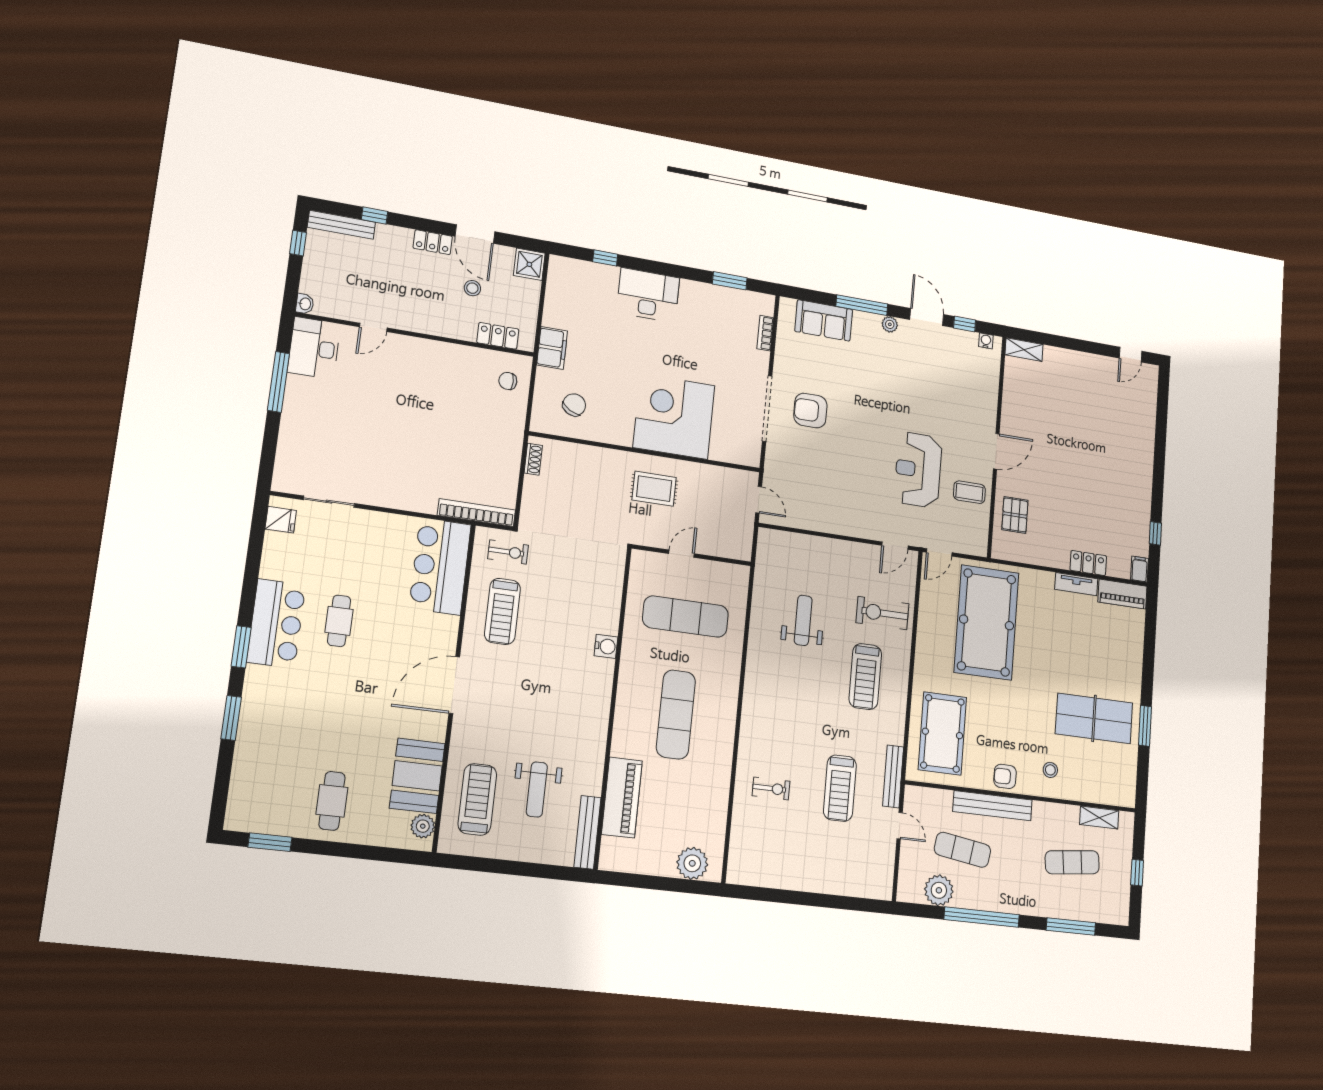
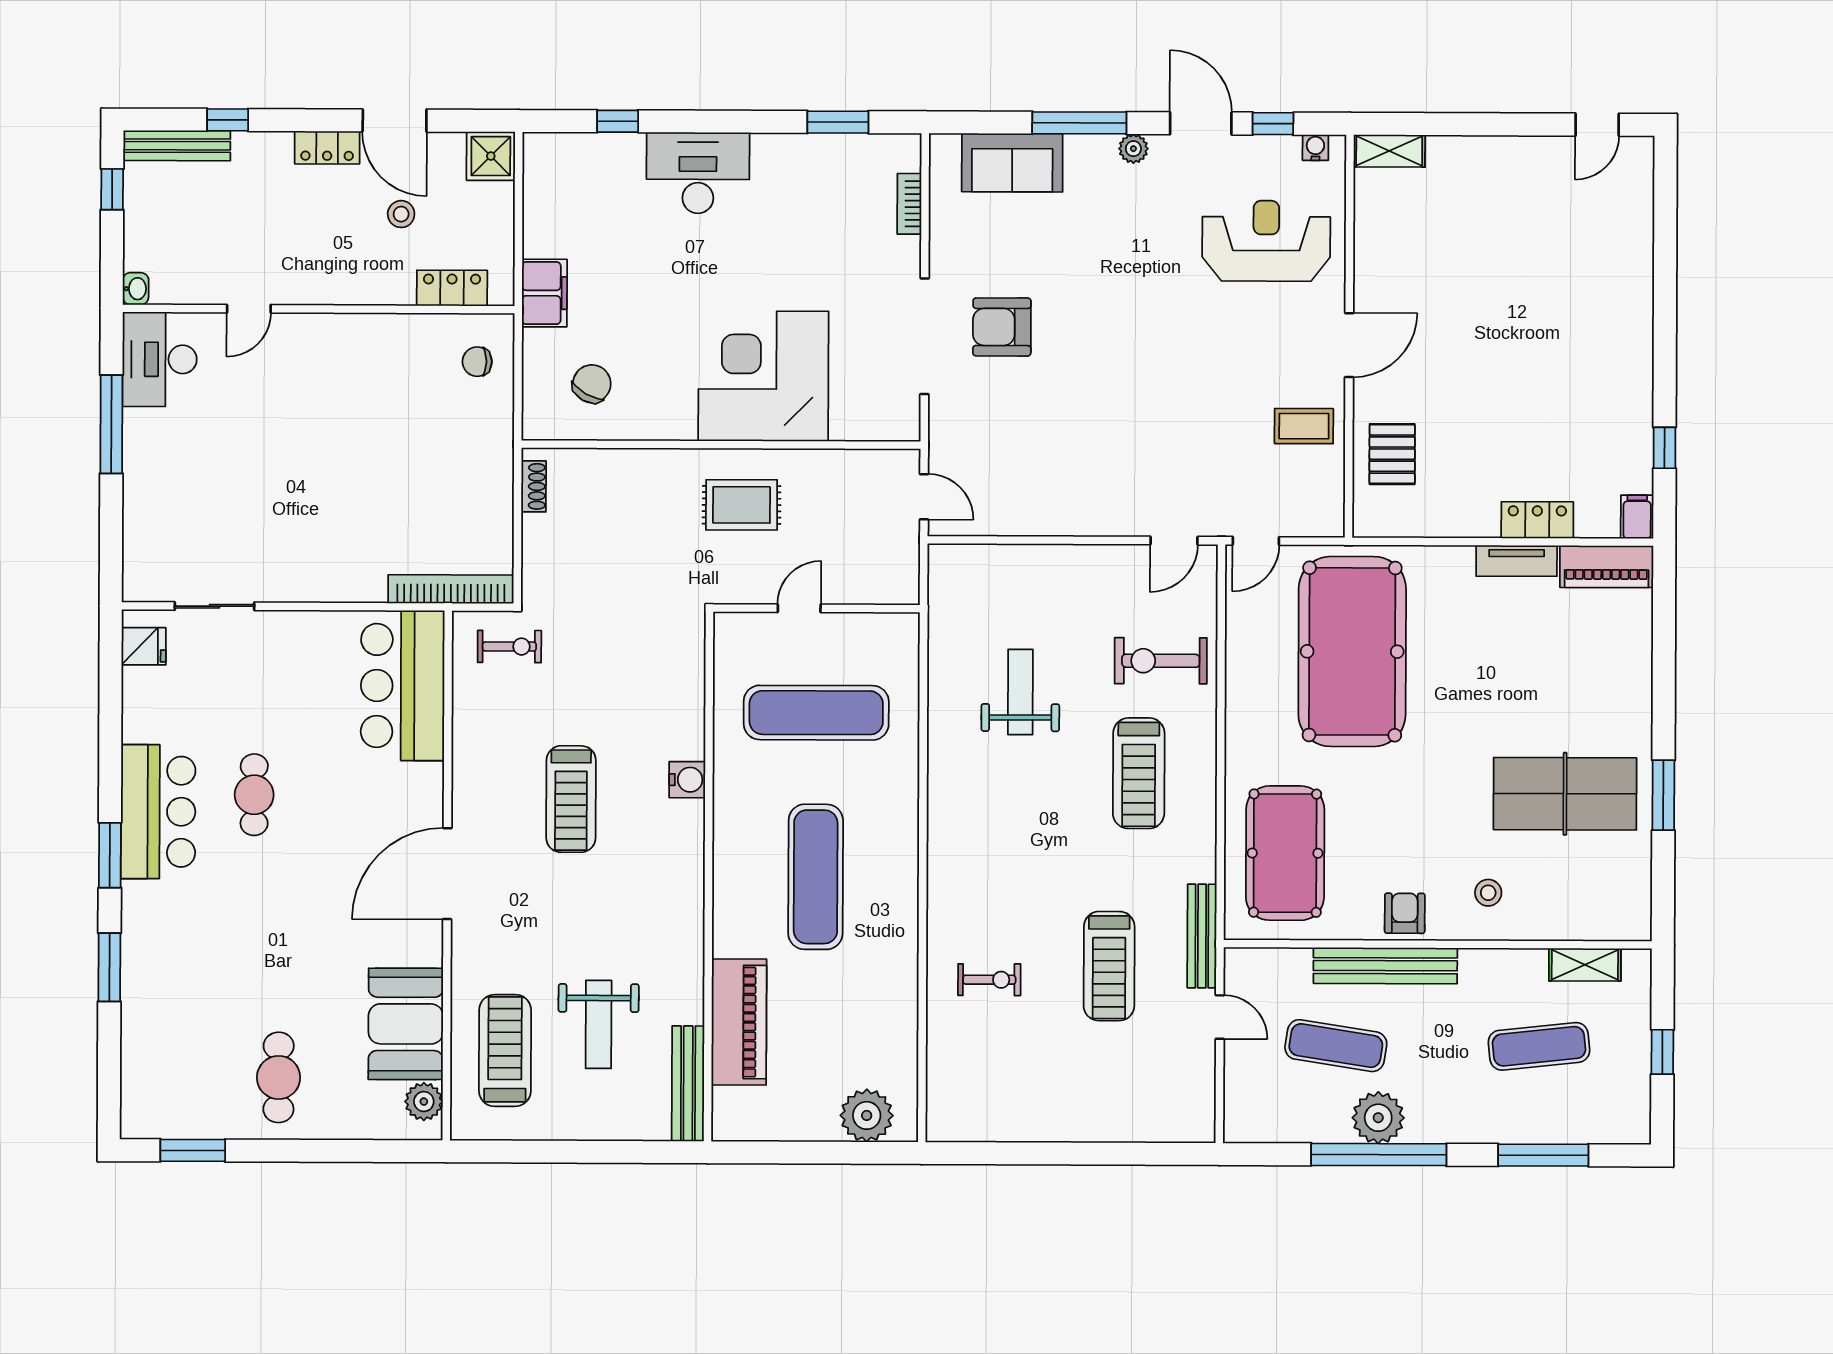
reception desk: (918, 470) -> (1266, 241), moved, turned 90
treadmill: (502, 611) -> (571, 799), moved
armchair: (1005, 776) -> (1405, 913), turned 90
plant: (939, 890) -> (1378, 1118), moved

